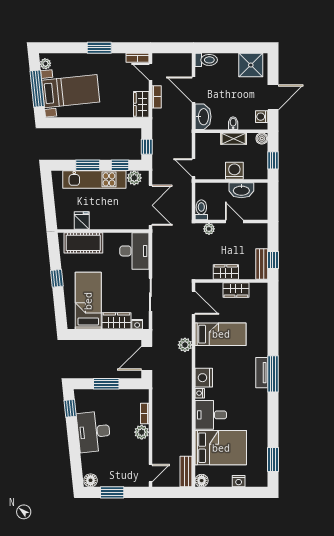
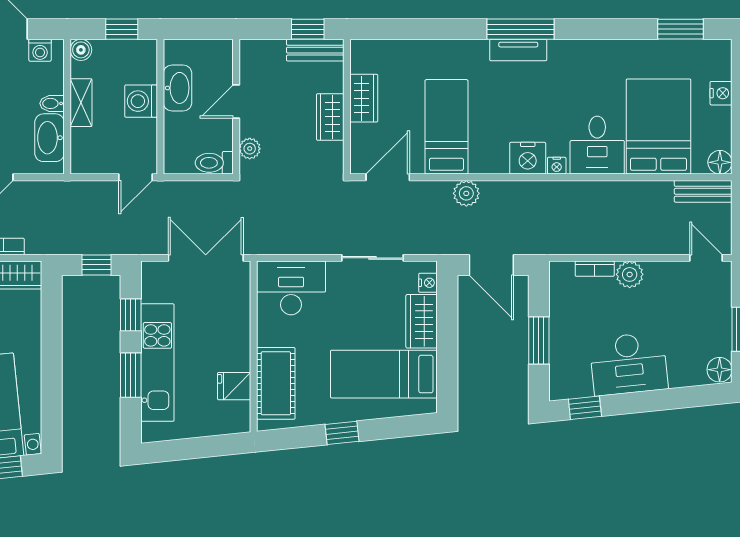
washbasin: (203, 117) -> (50, 138), moved, turned -90
plant: (134, 178) -> (154, 288), removed

